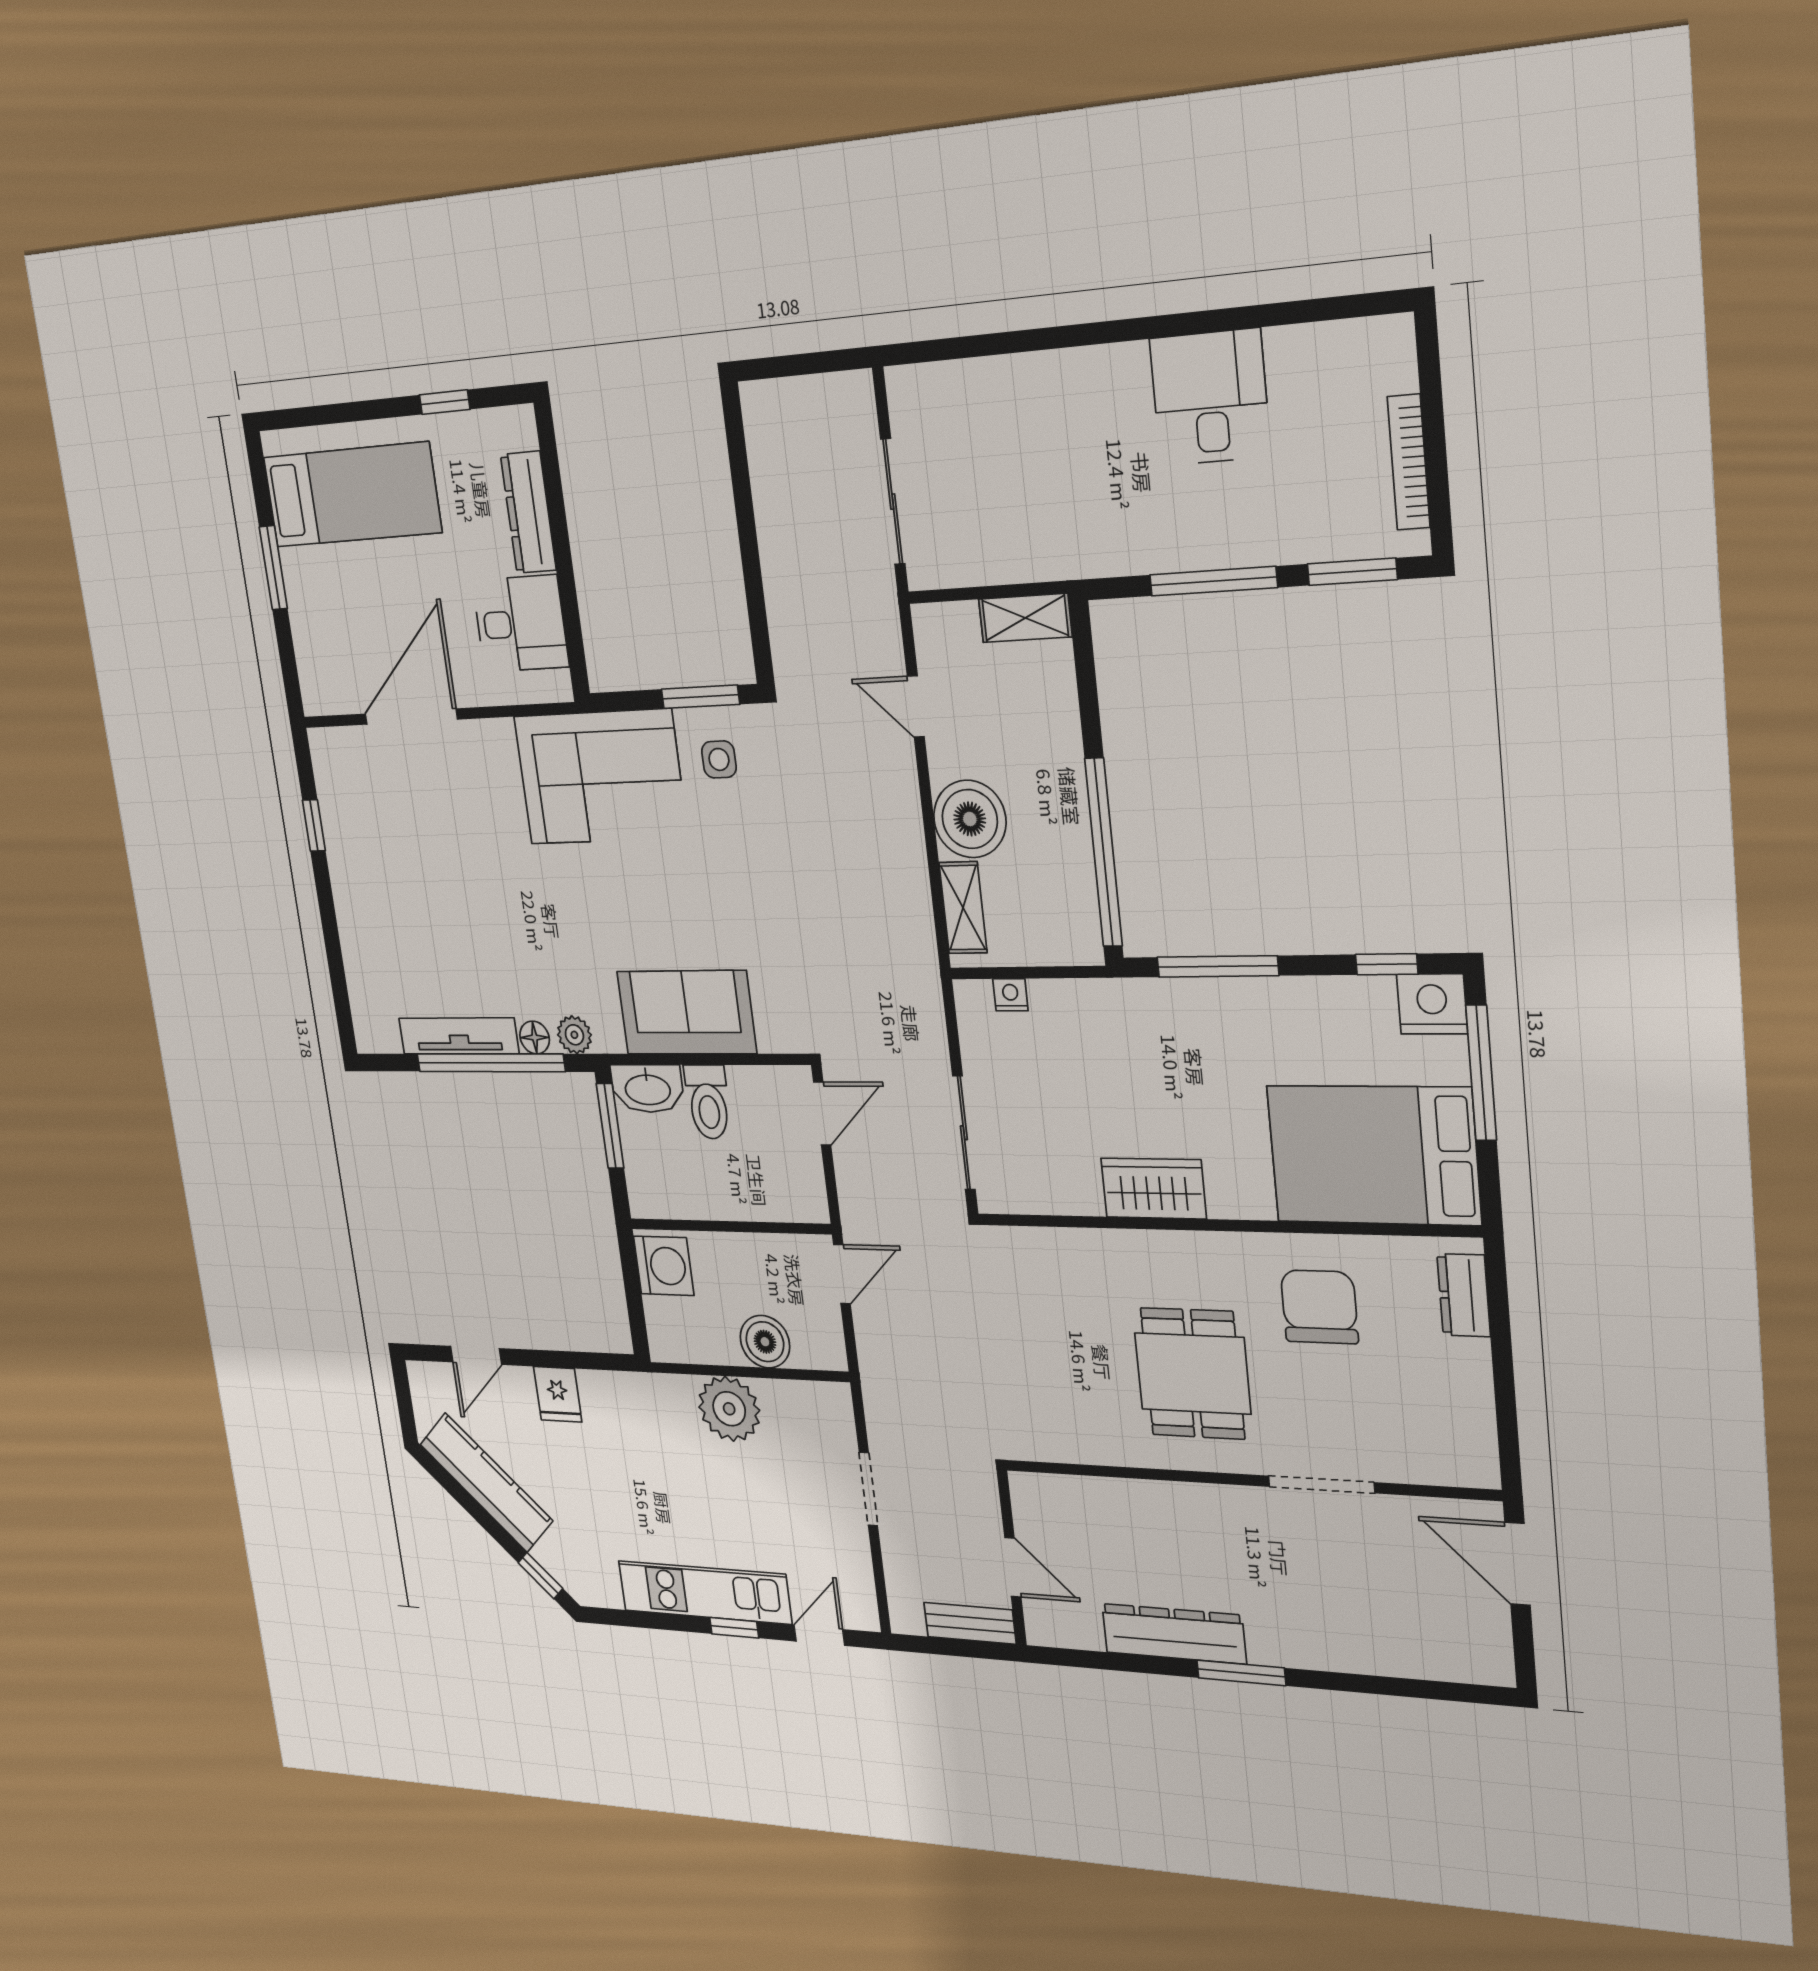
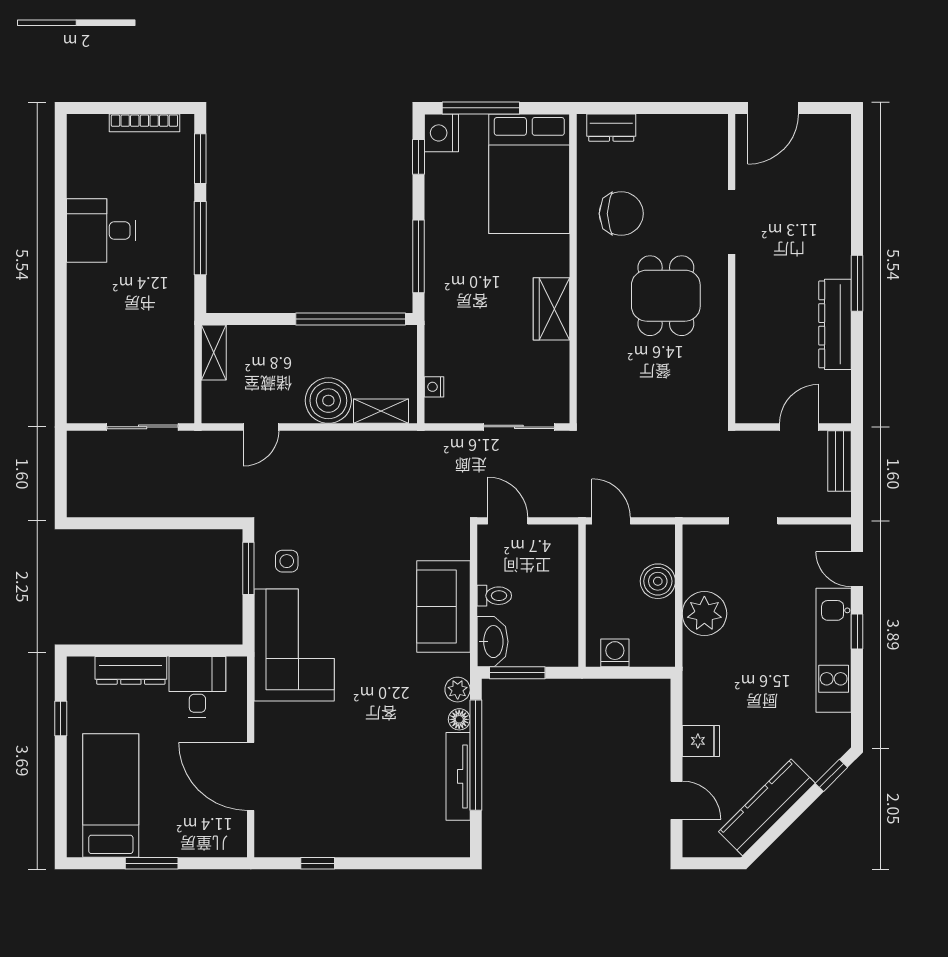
toilet: (708, 1102) -> (494, 596), width x0.73, depth x0.72
washing machine: (664, 1266) -> (615, 653), width x0.73, depth x0.73
chair: (1319, 1307) -> (621, 214), turned 180
dining table: (1193, 1373) -> (666, 296), turned 90

